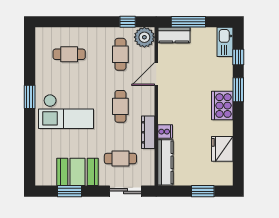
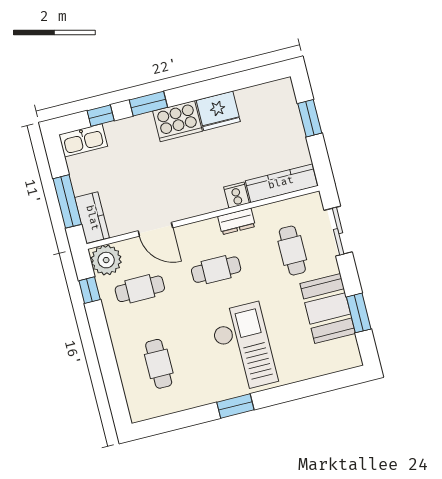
dresser: (148, 132) -> (237, 221), width x0.70
fridge: (222, 149) -> (218, 111), moved

